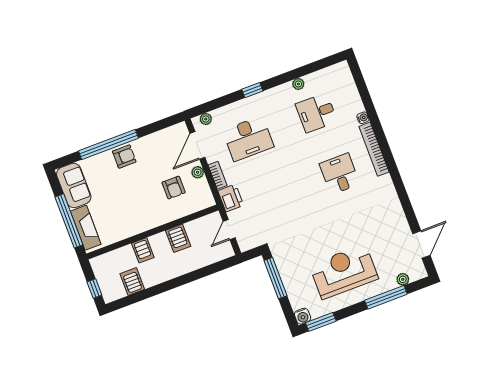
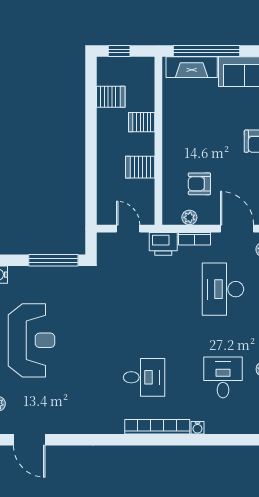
plant: (198, 172) -> (189, 217), moved

